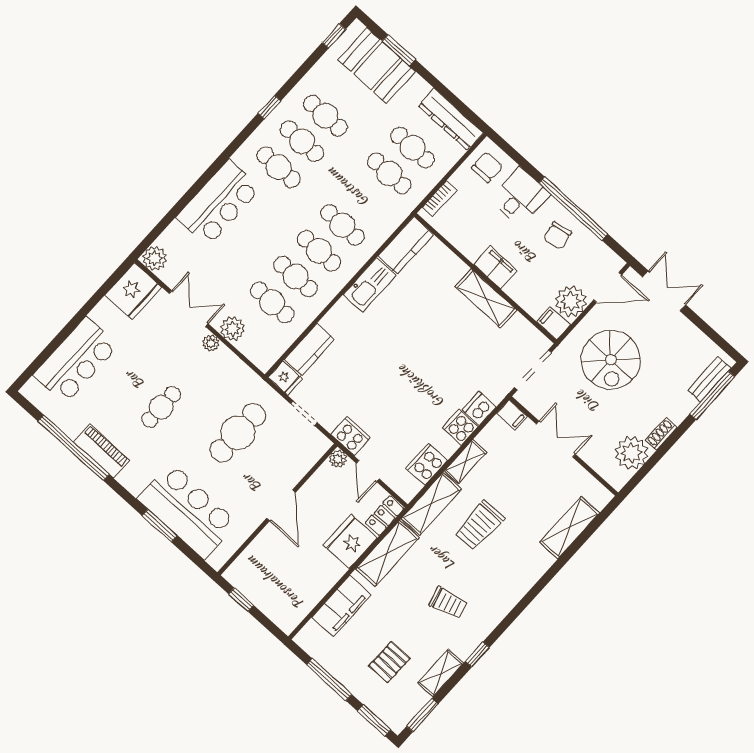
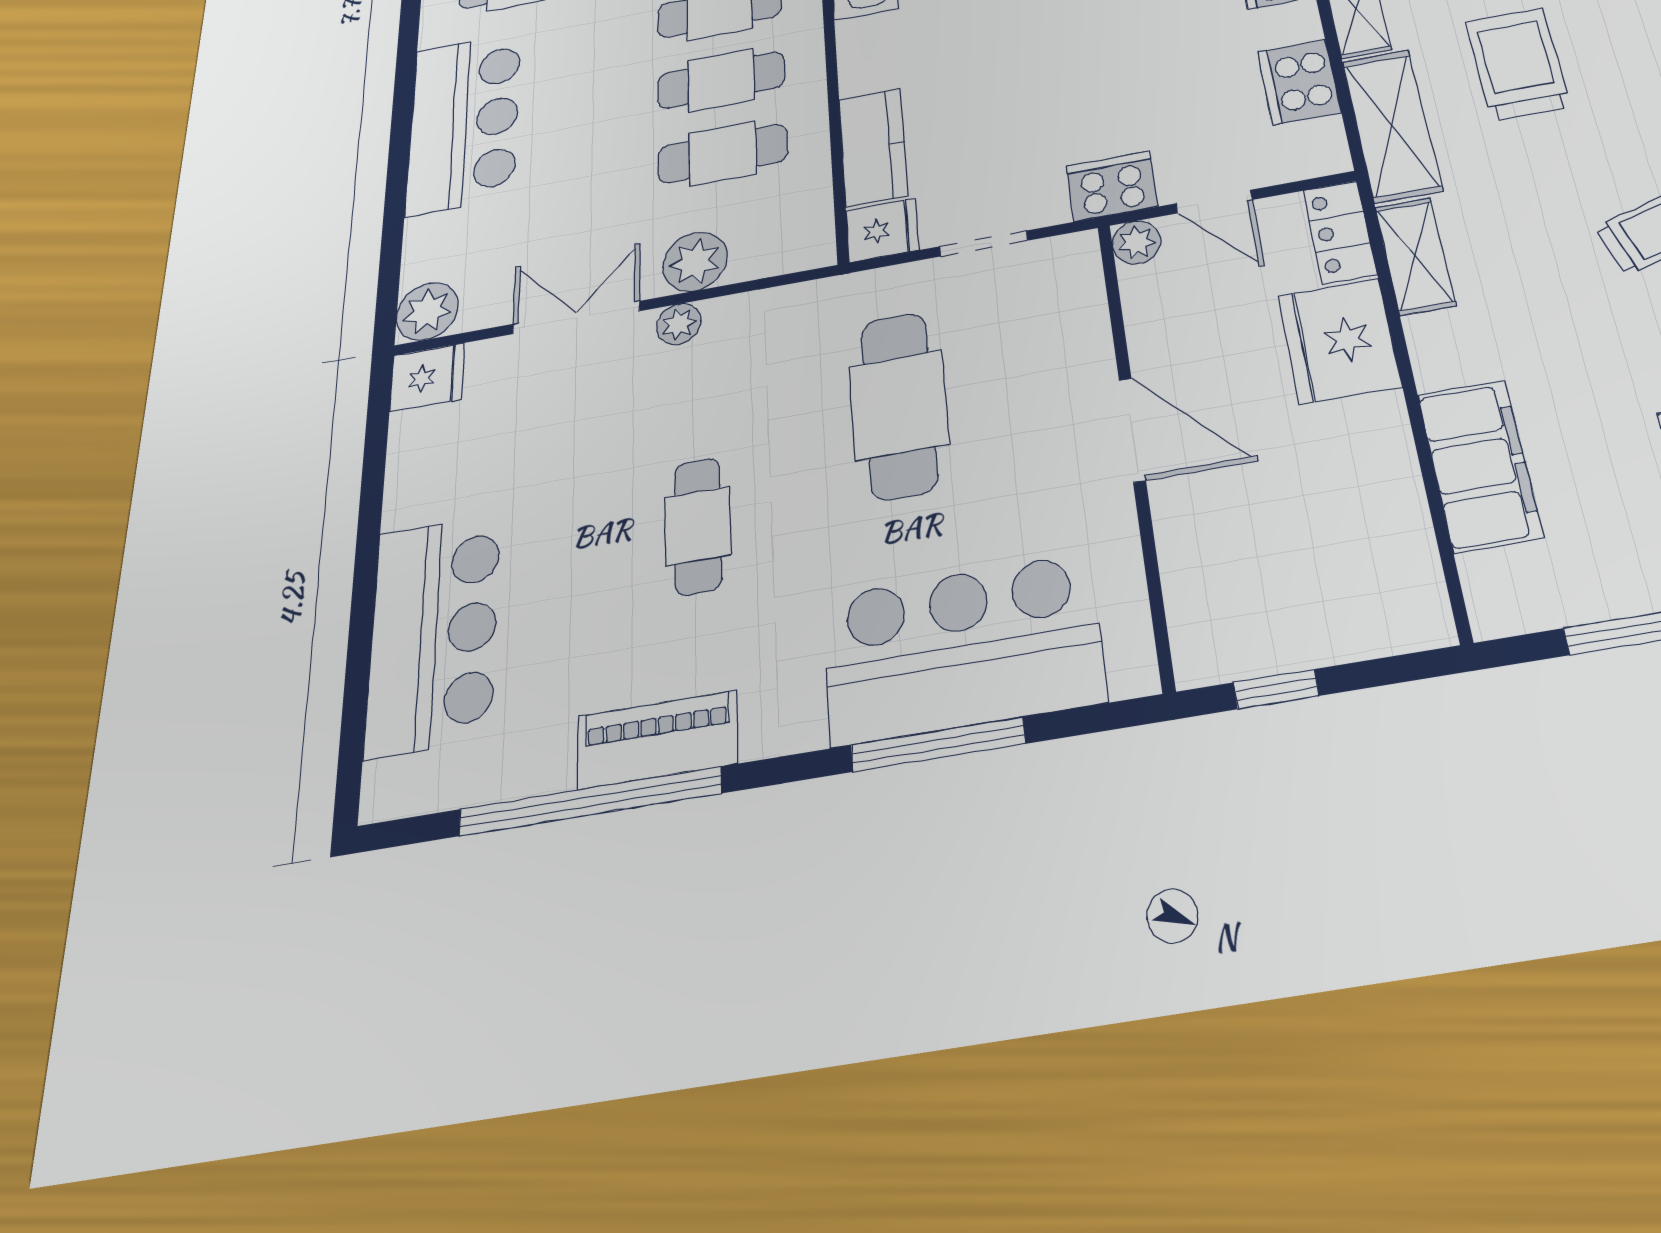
fridge: (133, 291) -> (427, 377), width x0.53, depth x0.75
trolley: (480, 525) -> (1517, 64), turned 180
window: (160, 526) -> (938, 744), width x1.44
shelving: (387, 553) -> (1415, 256), width x0.67, depth x0.75

